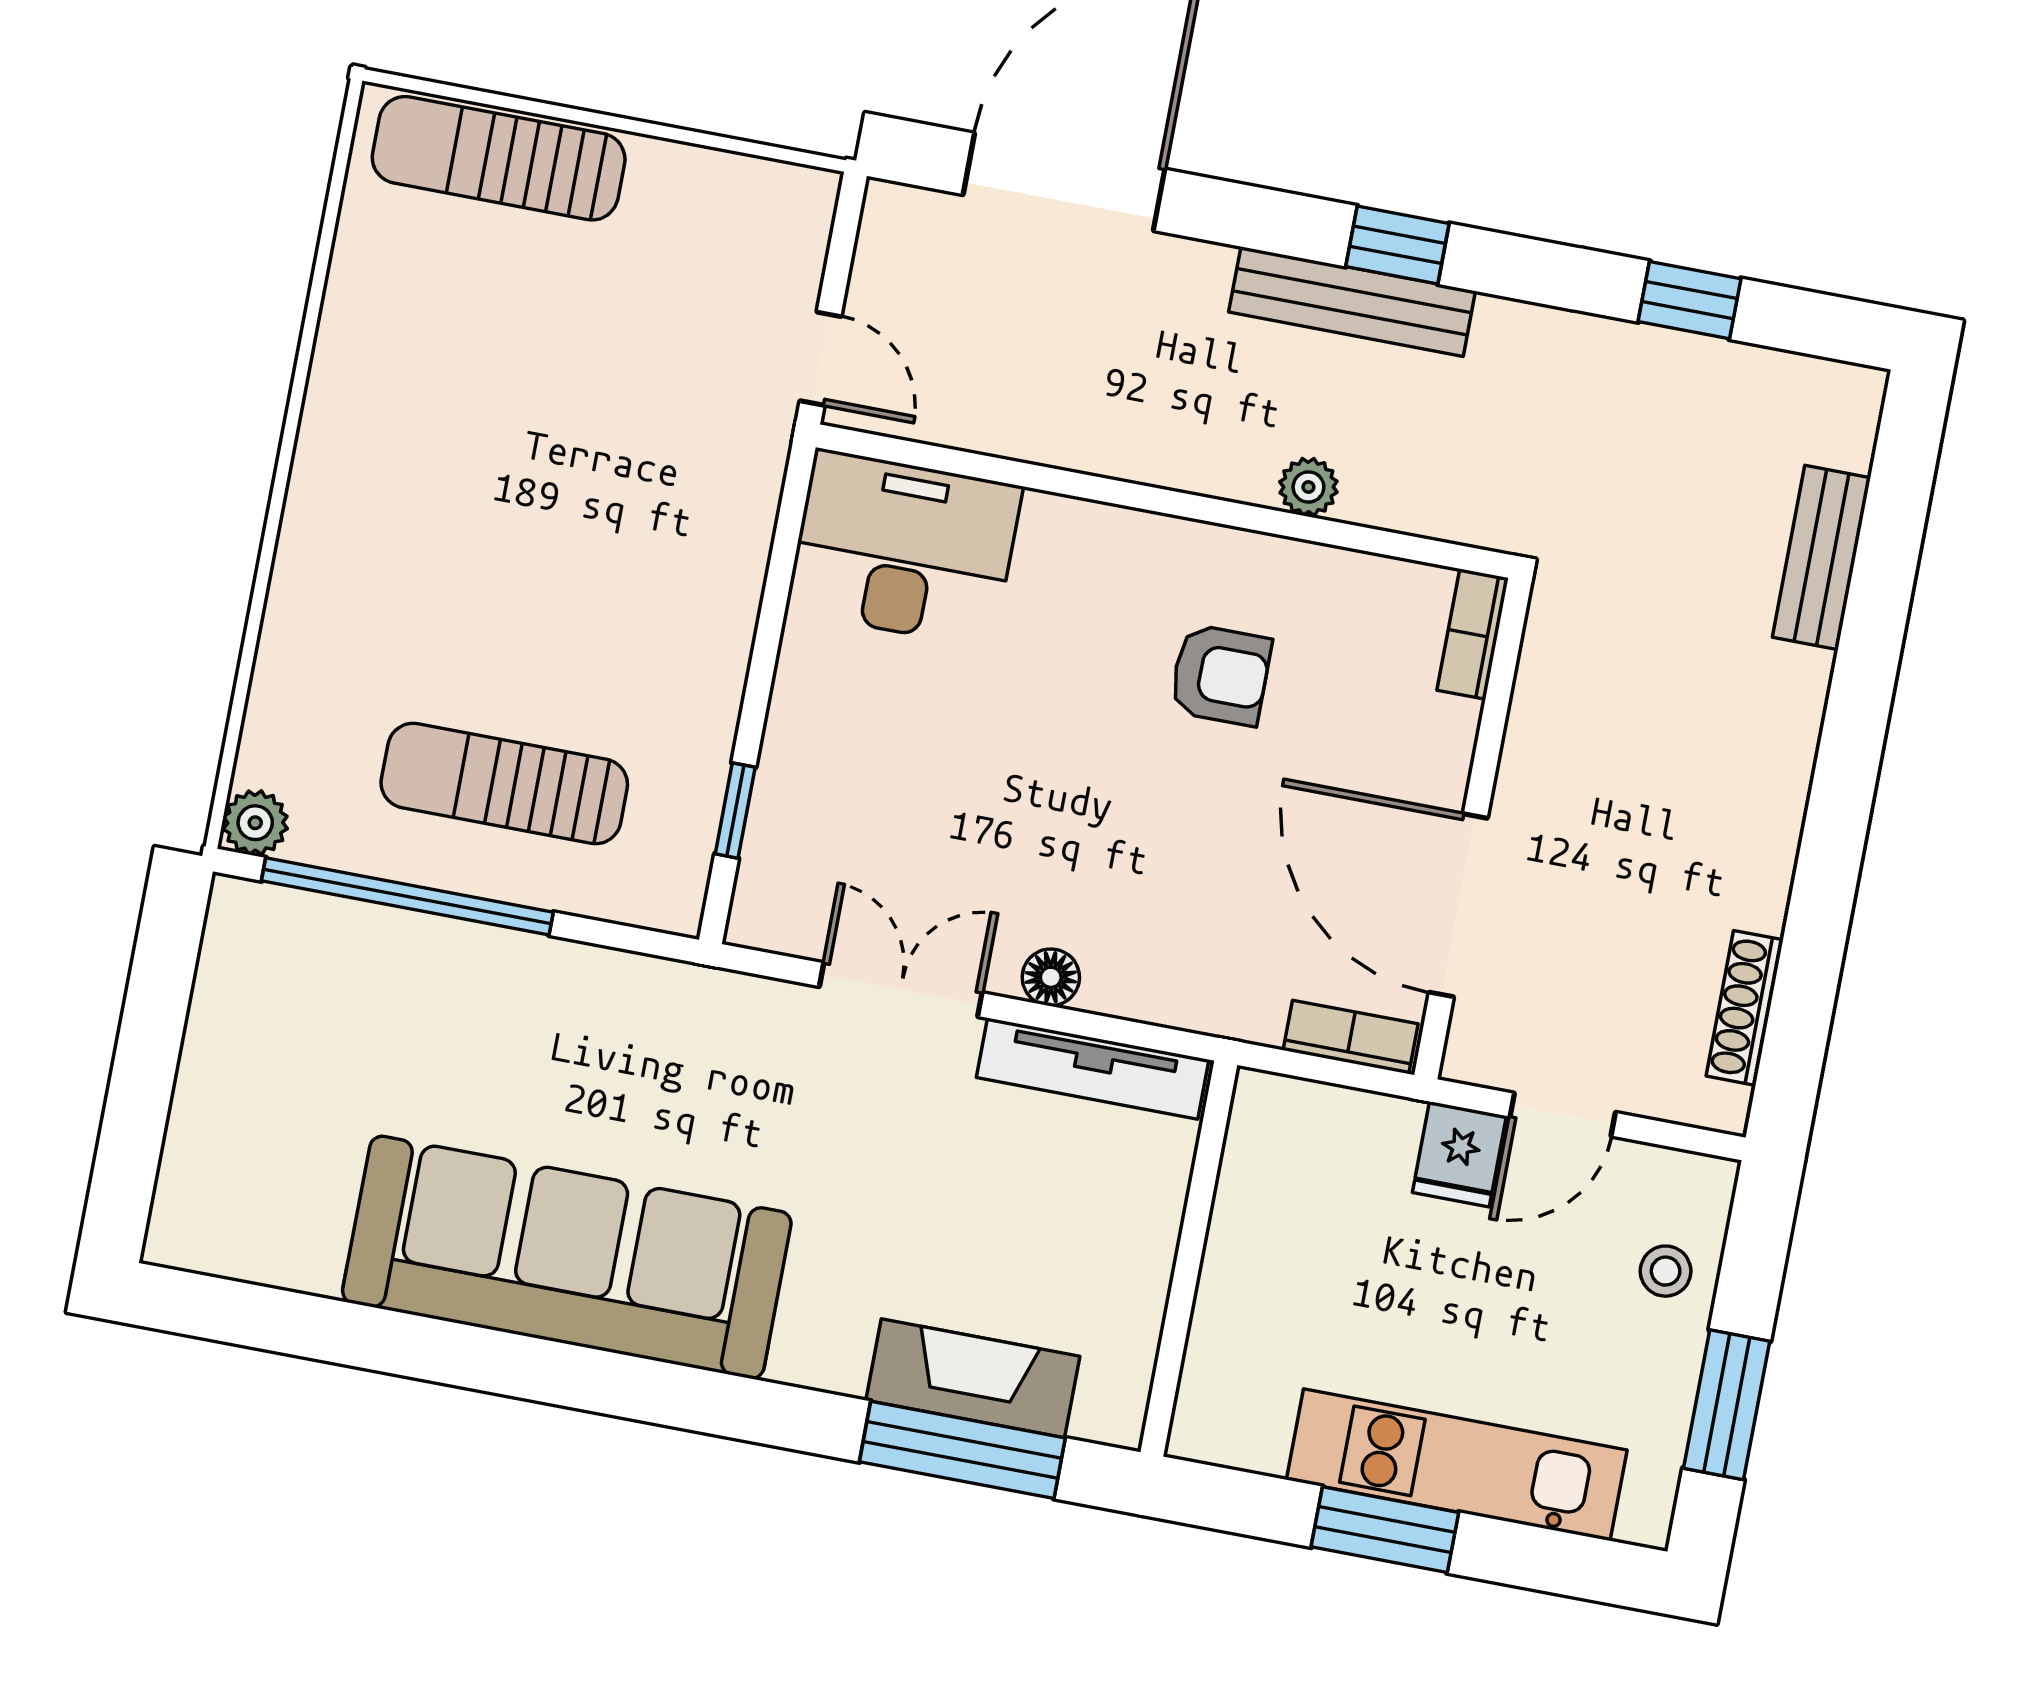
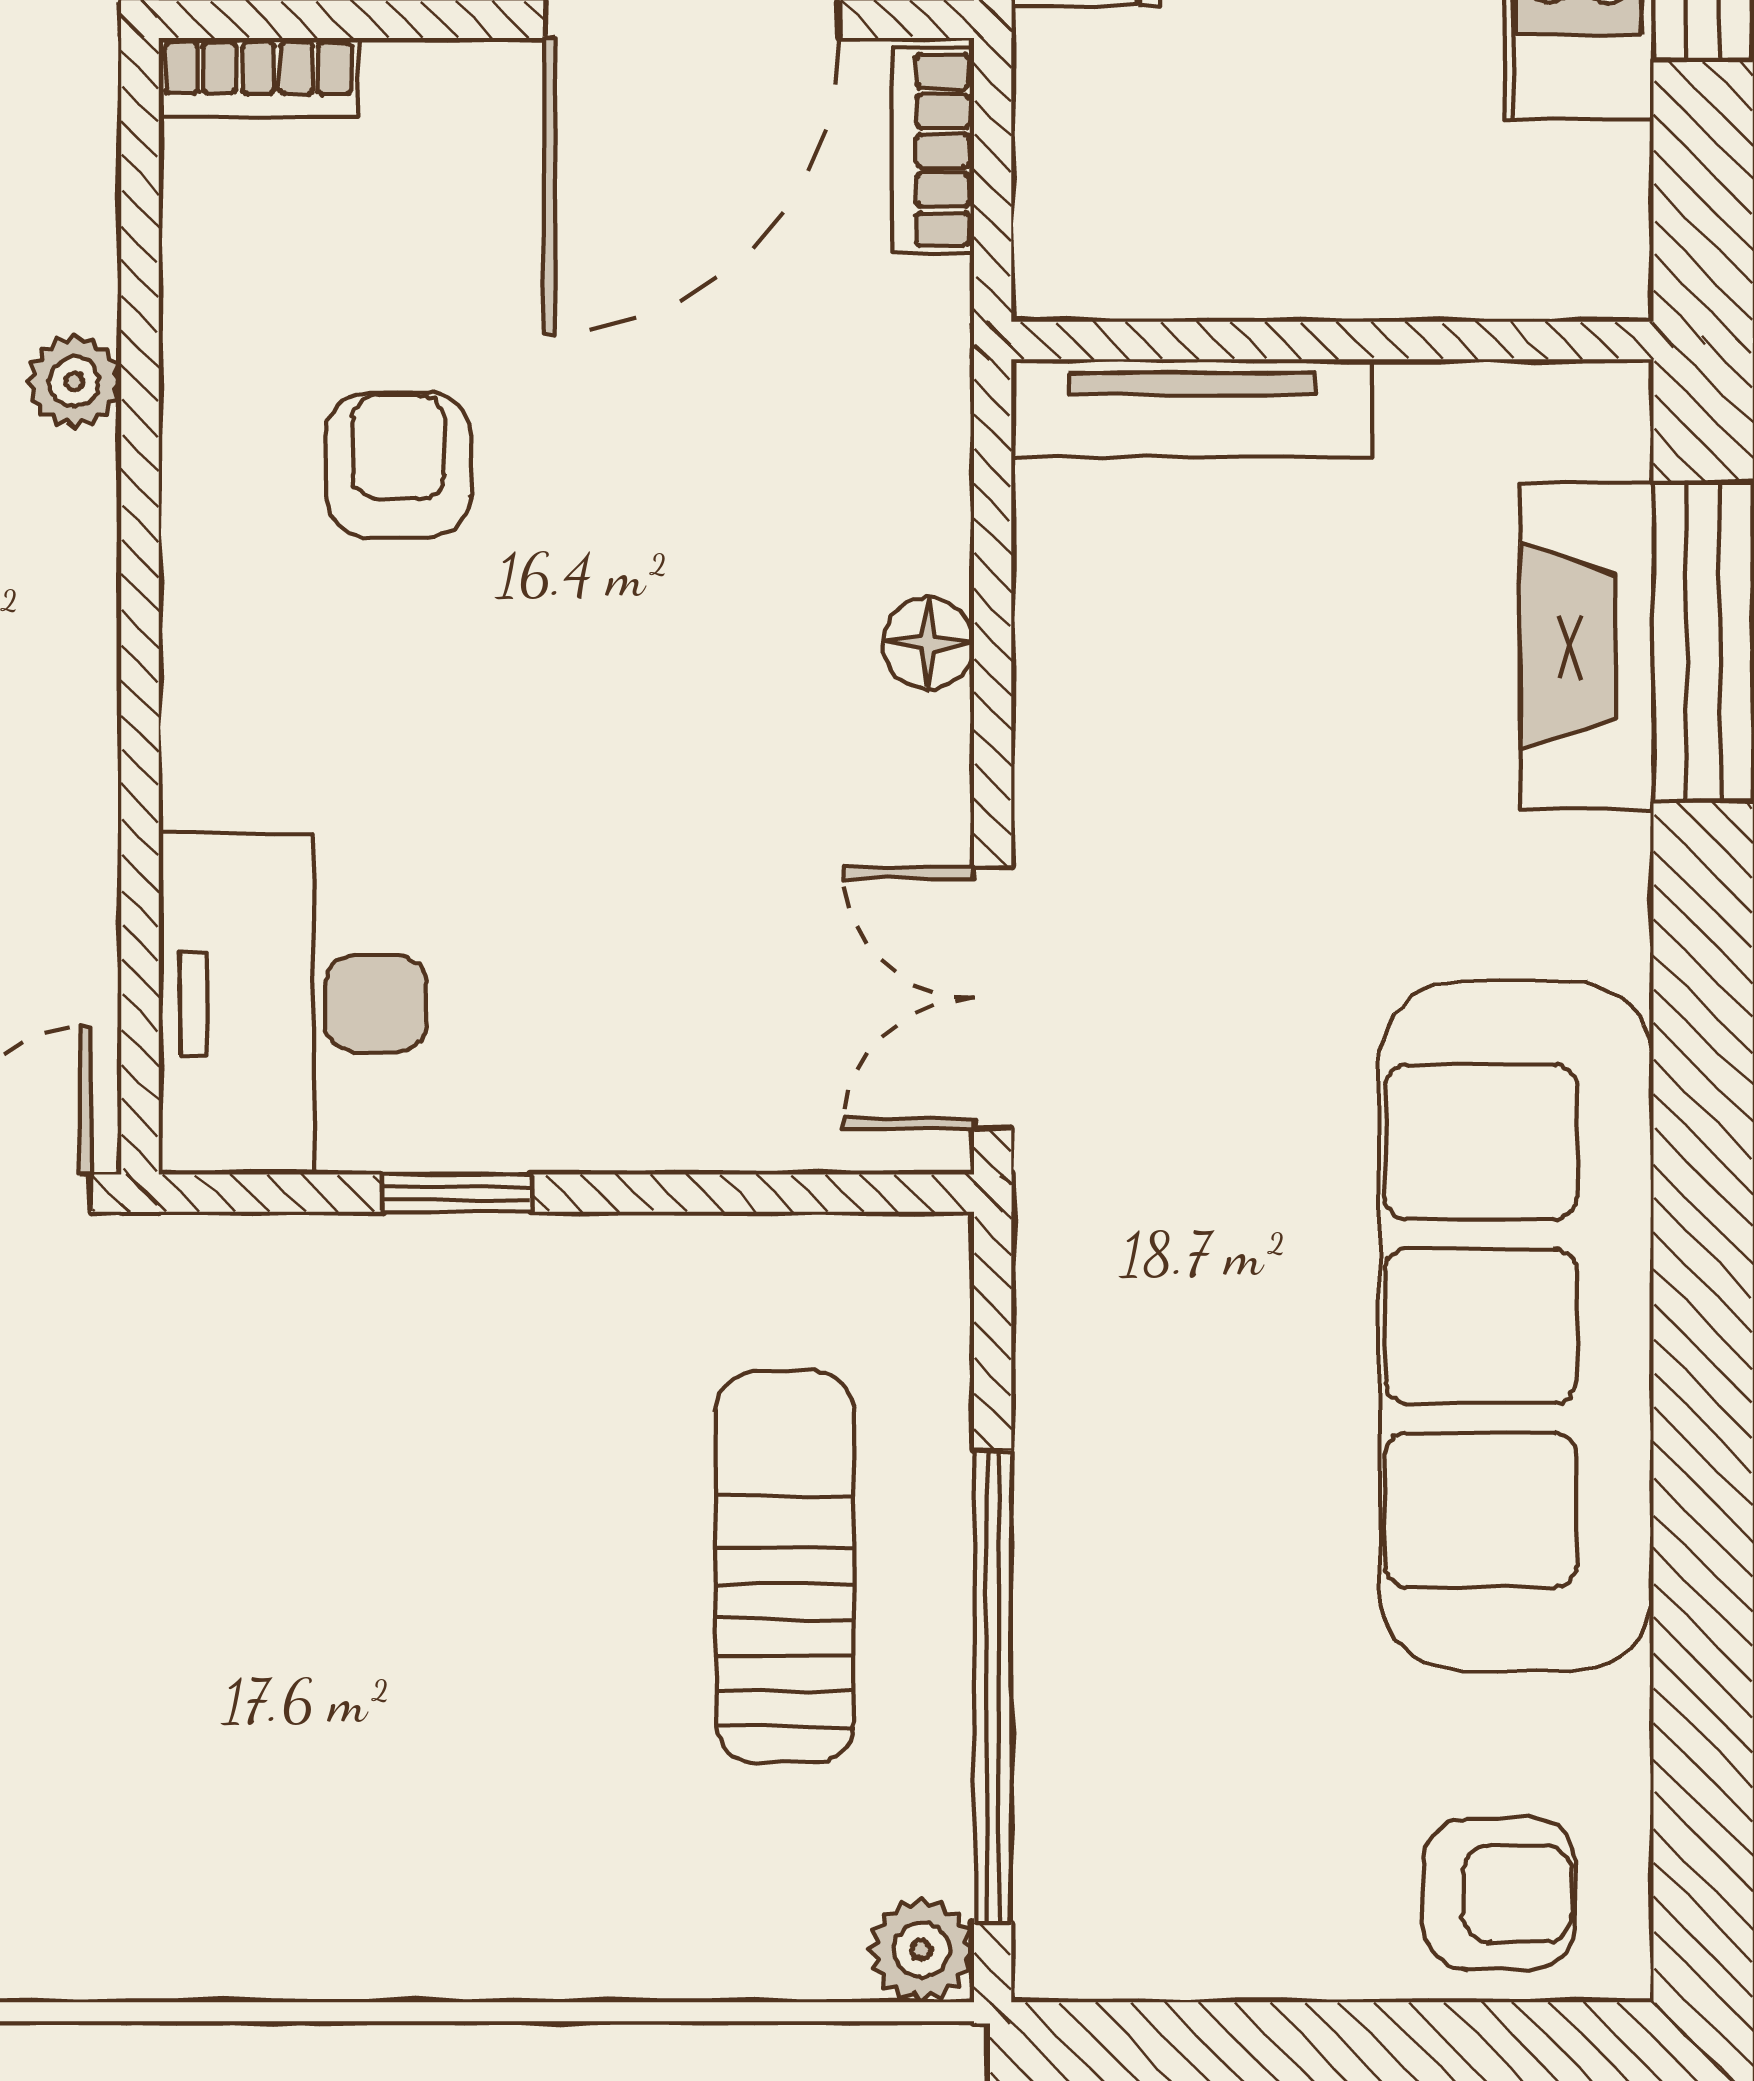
sun lounger: (504, 784) -> (785, 1567), turned 180
window: (735, 811) -> (457, 1193), moved
double door: (901, 990) -> (993, 998), moved
tv unit: (1093, 1069) -> (1193, 408), moved, turned 90
armchair: (223, 1181) -> (1499, 1893), added

